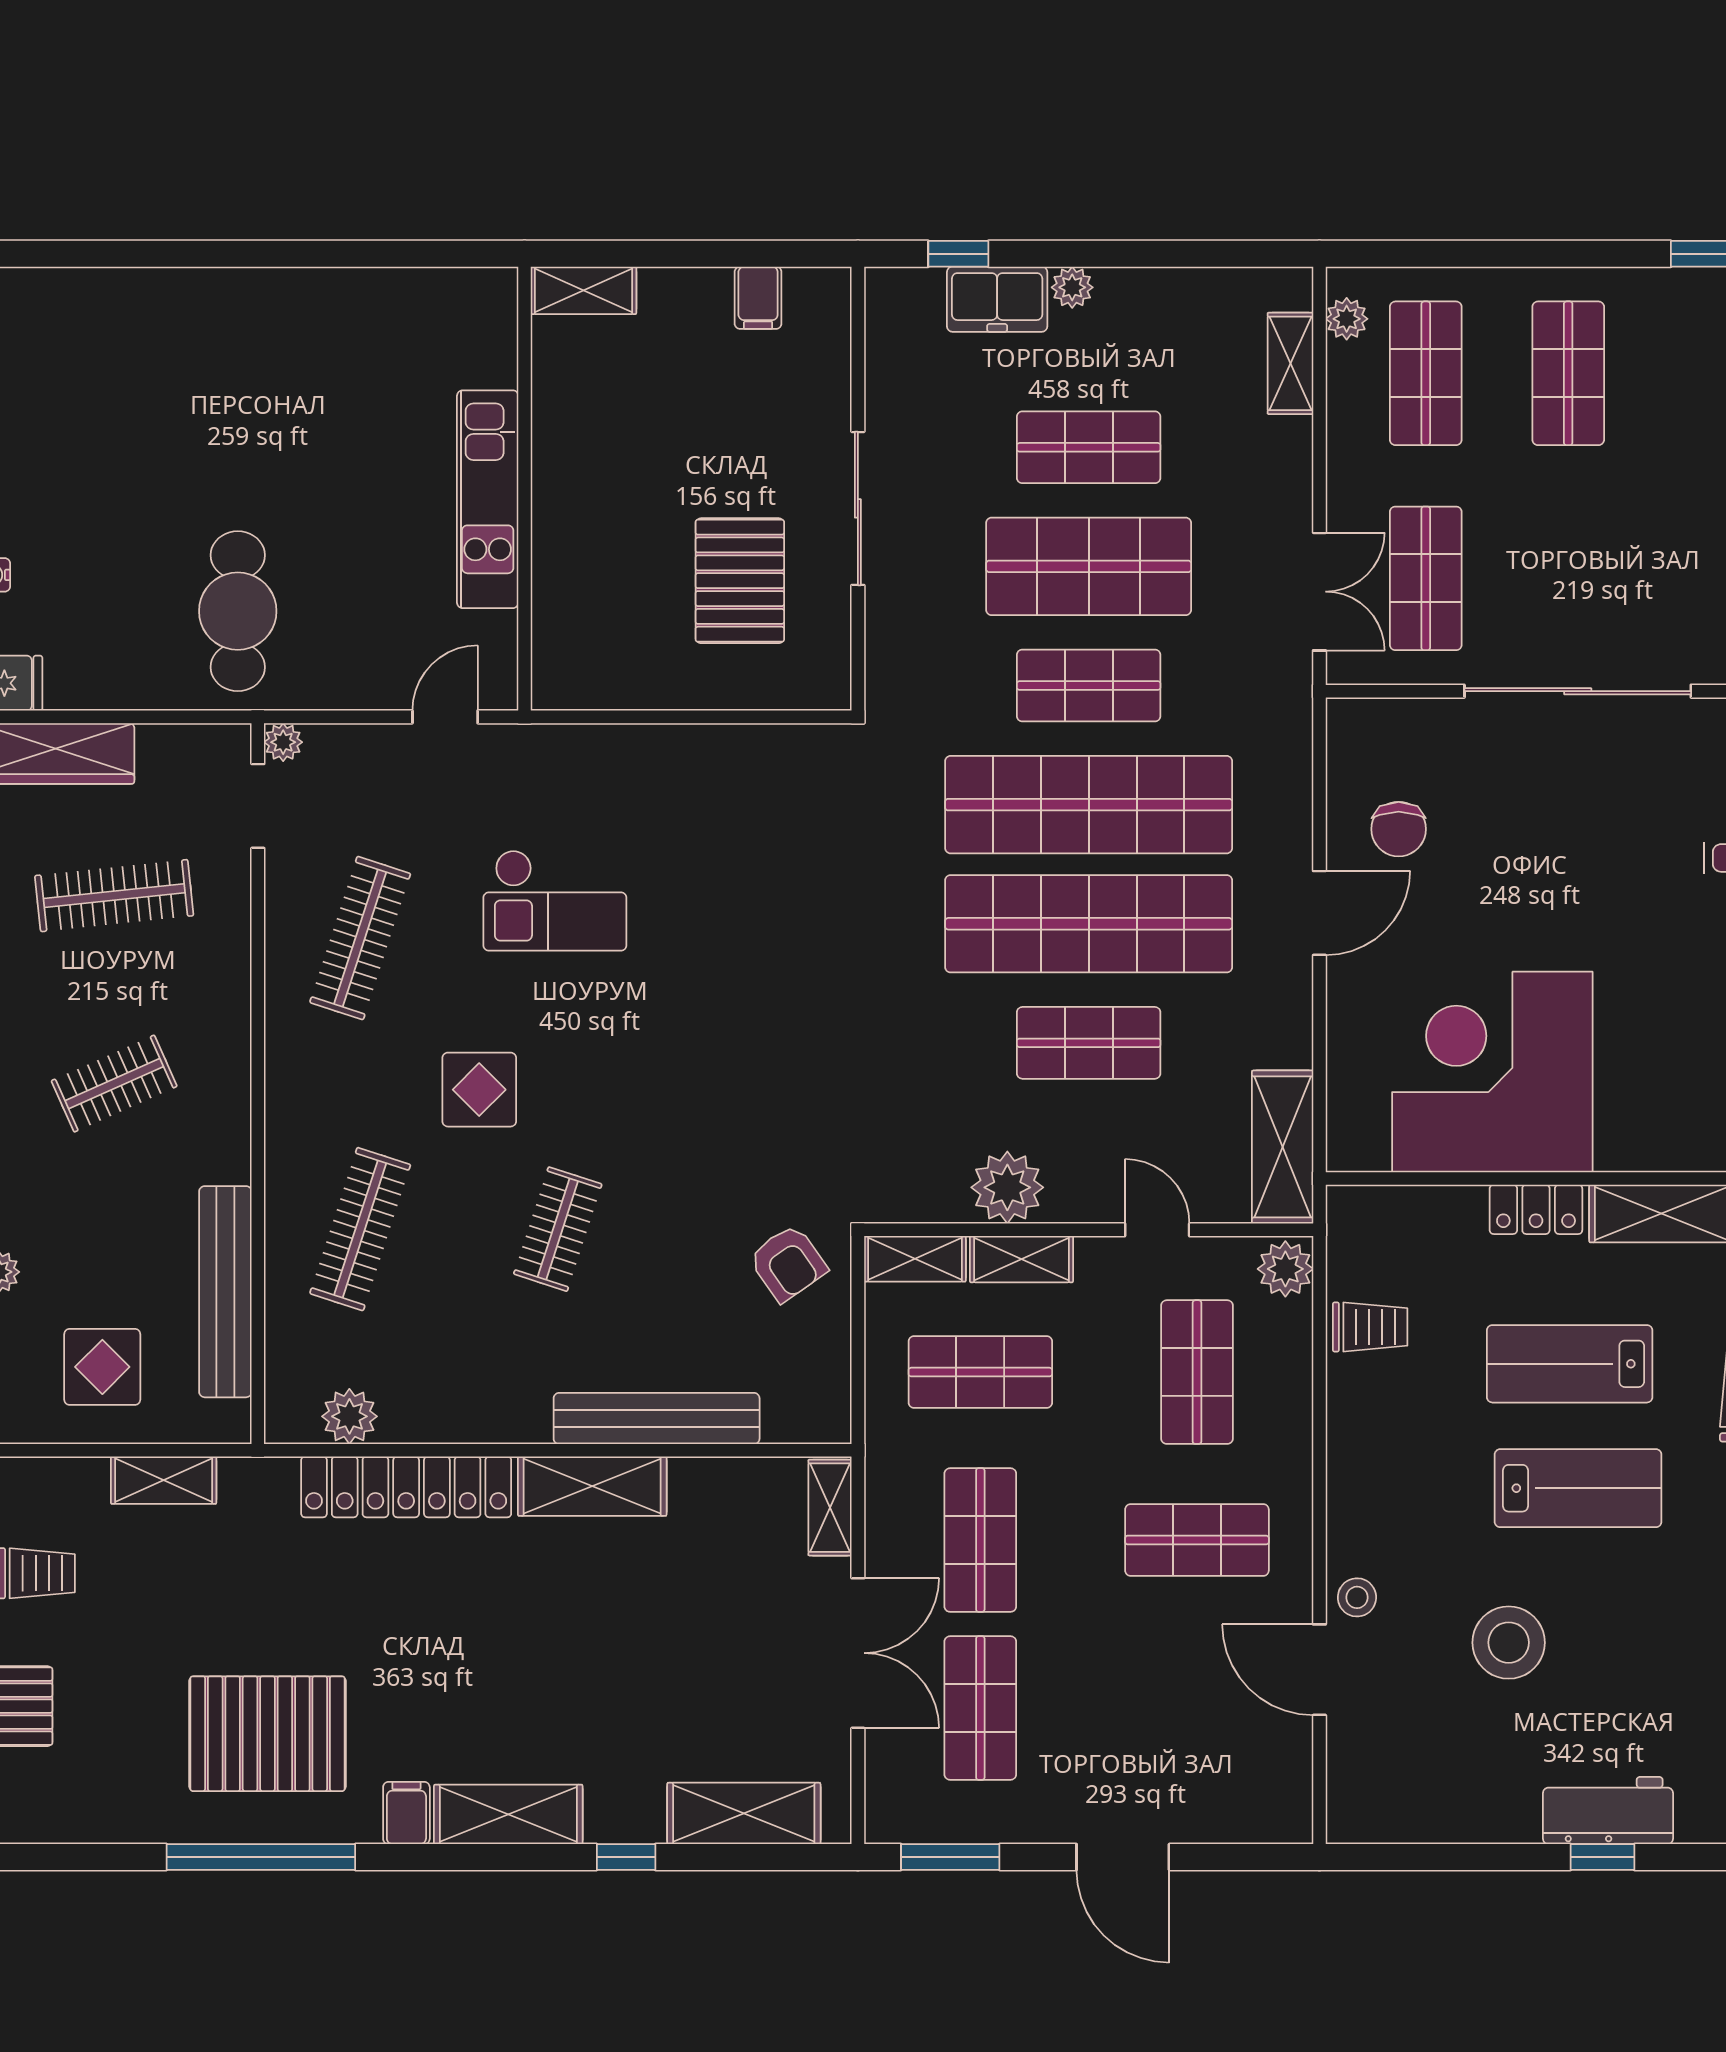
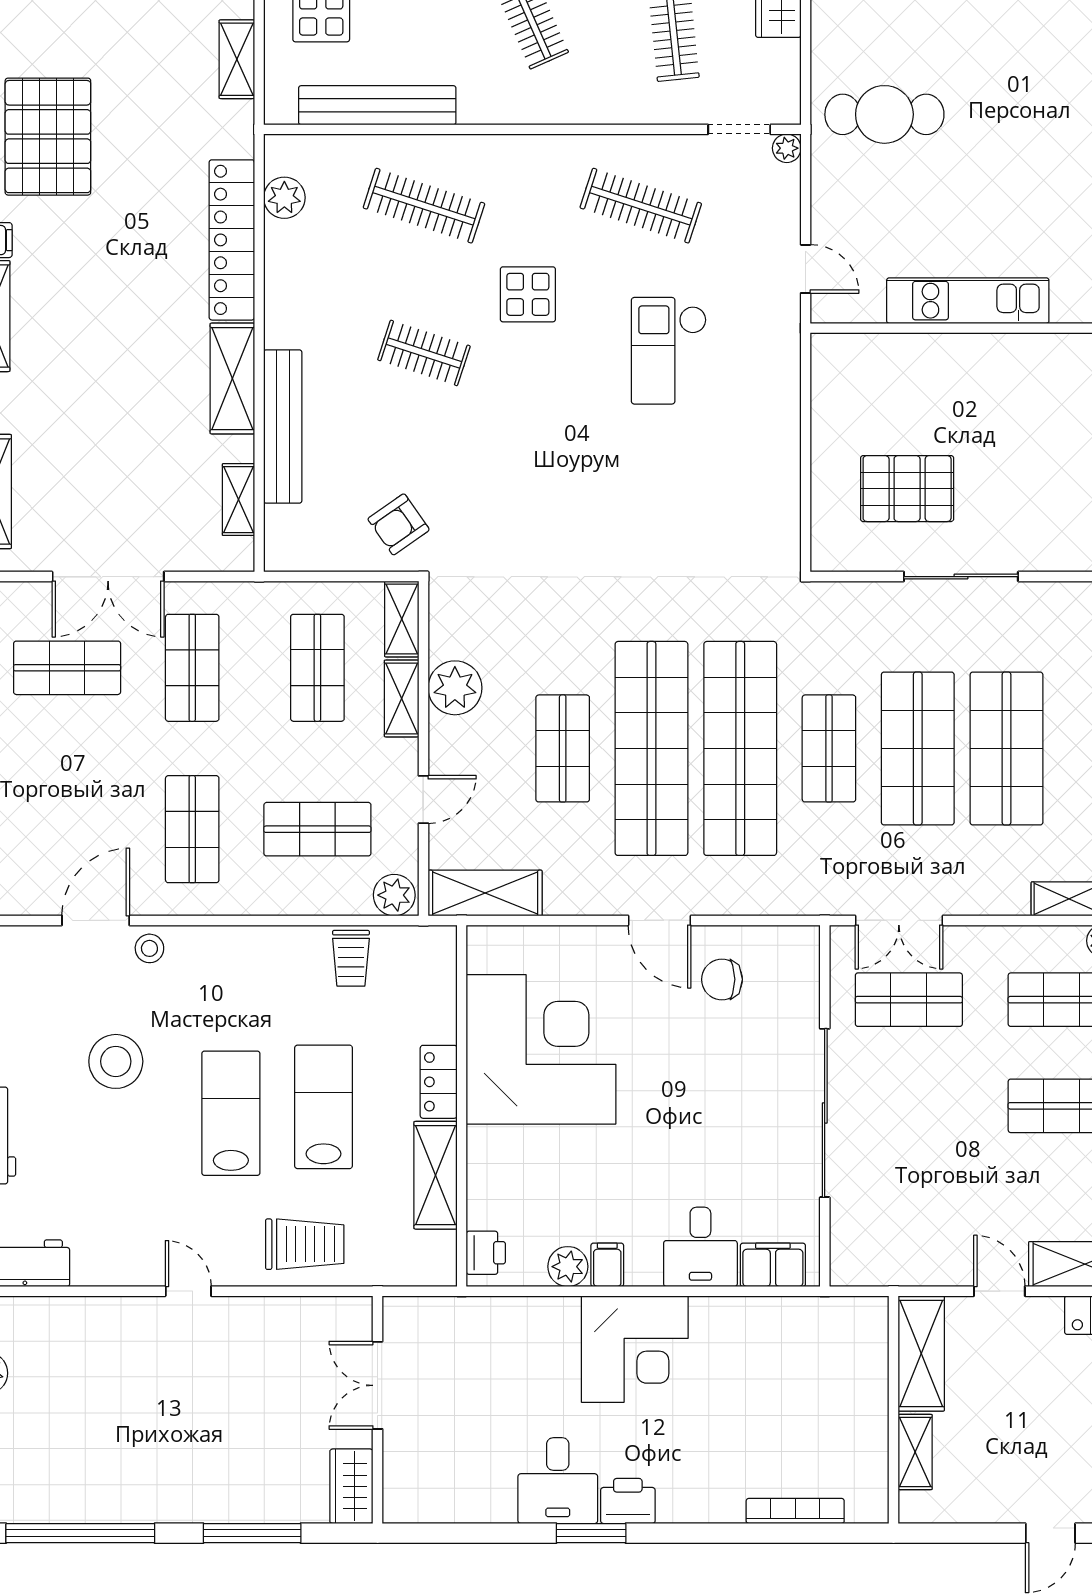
shop shelf: (1089, 447) -> (1006, 748), width x1.43, depth x1.36
lab bench: (1578, 1488) -> (231, 1113), turned 180
shelving: (830, 1508) -> (238, 500), moved, turned 90
shop shelf: (980, 1540) -> (192, 668), turned 90

